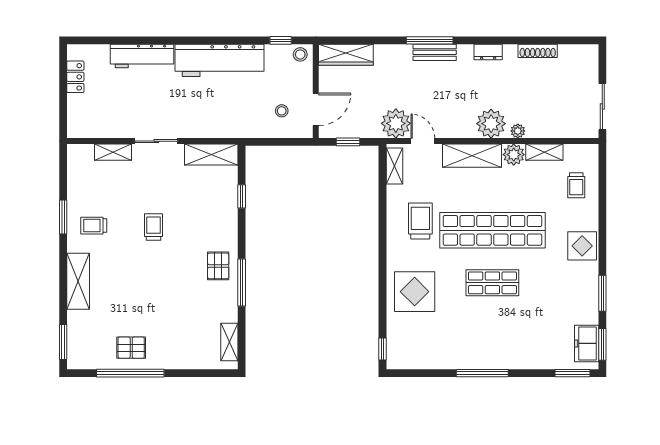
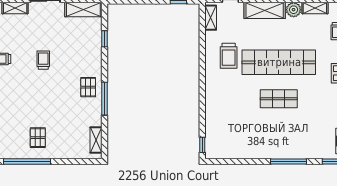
trolley: (420, 221) -> (229, 56), turned 180
display table: (415, 292) -> (225, 105), removed
pallet: (131, 348) -> (38, 138), moved, turned 90
window: (482, 373) -> (289, 162), moved

